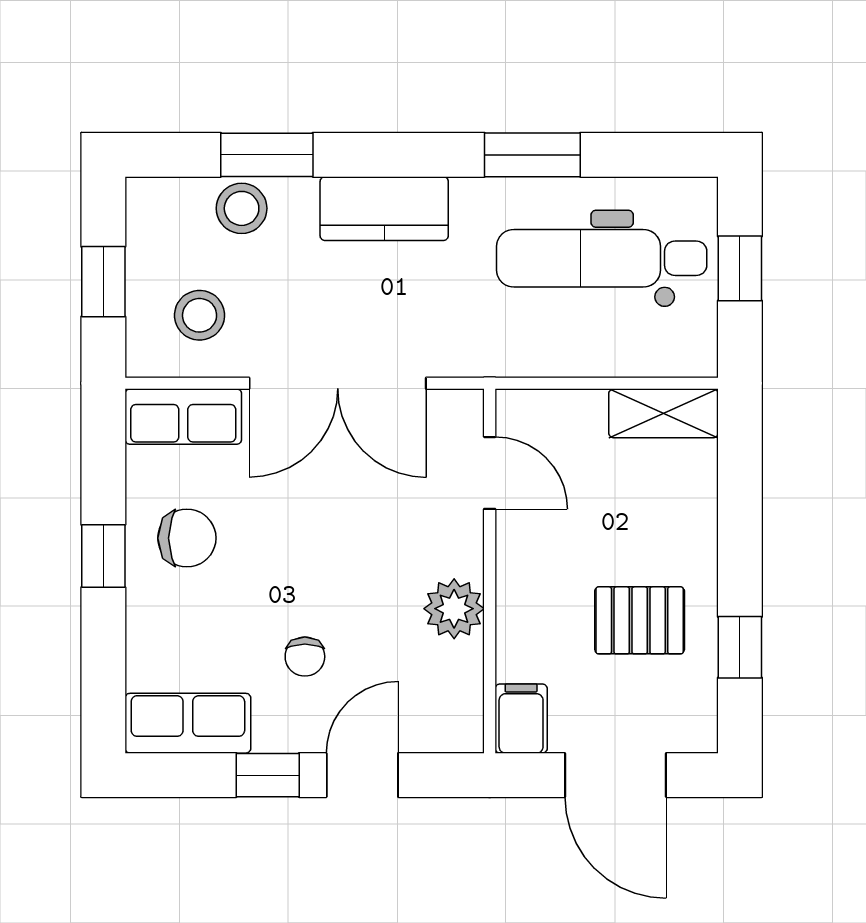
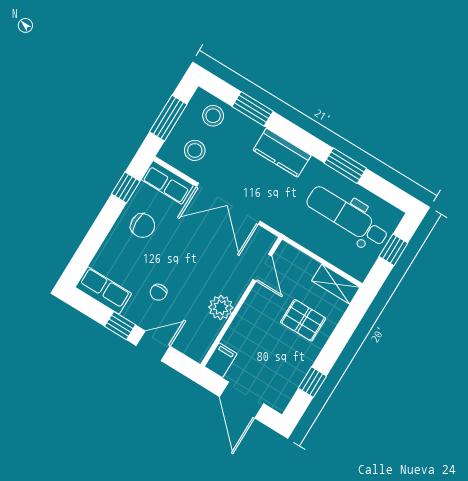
stool: (242, 208) -> (213, 116), moved
window: (103, 282) -> (168, 118), width x1.50
window: (103, 556) -> (126, 188), moved
pallet: (640, 620) -> (303, 320), moved

